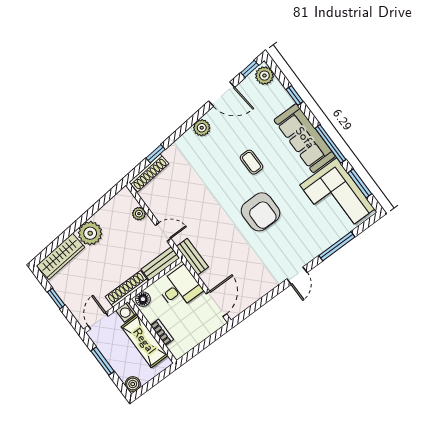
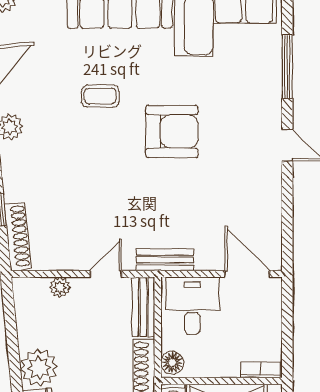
bookcase: (162, 332) -> (260, 370), moved

